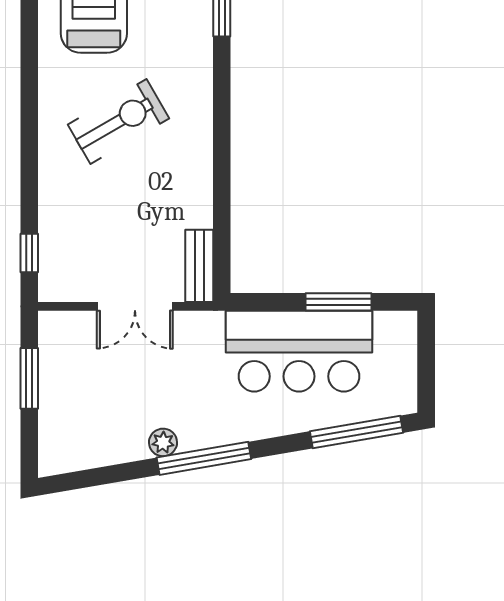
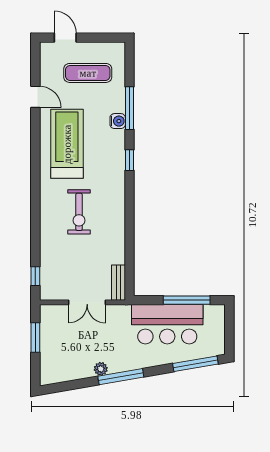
exercise bike: (118, 121) -> (79, 212), turned 120
window: (338, 302) -> (187, 300), width x1.44

